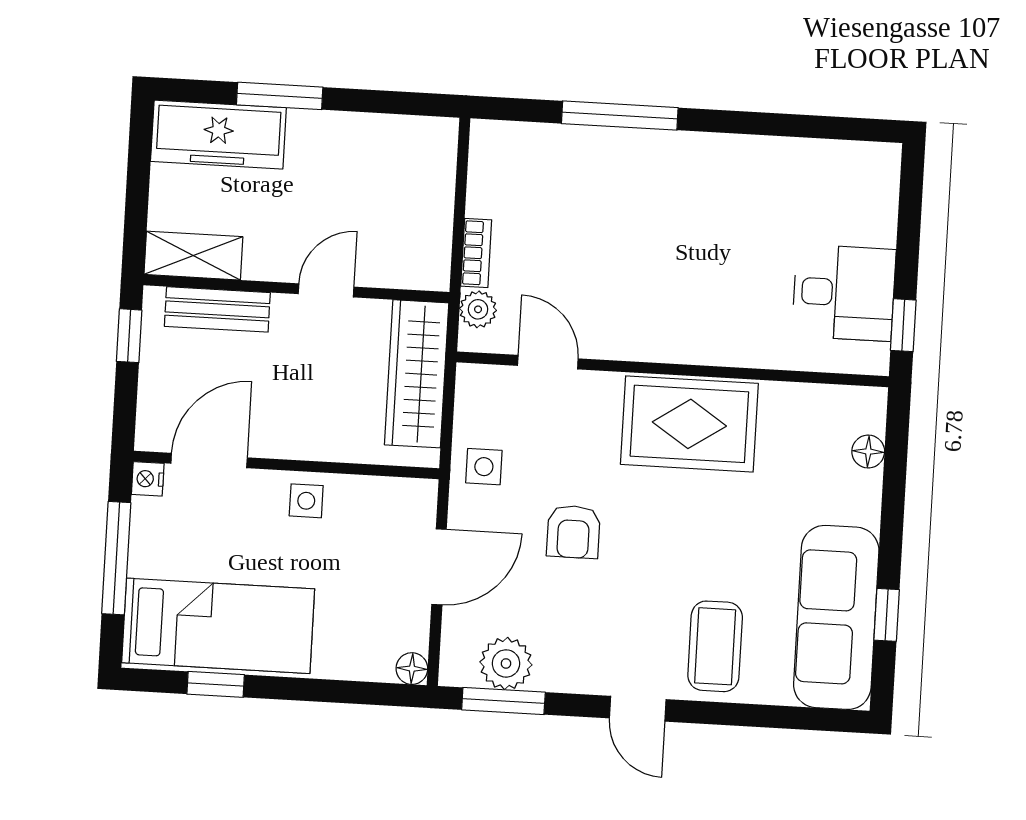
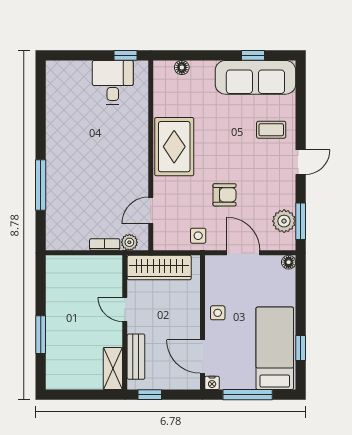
freezer: (218, 135) -> (59, 361), removed
coffee table: (715, 646) -> (271, 130), width x0.73, depth x0.77

